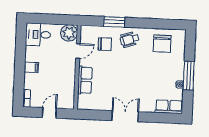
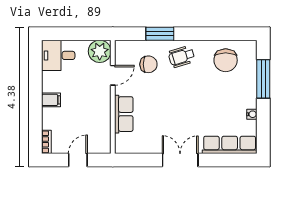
window: (189, 76) -> (263, 79), moved
row of seats: (169, 107) -> (230, 145), width x1.48

